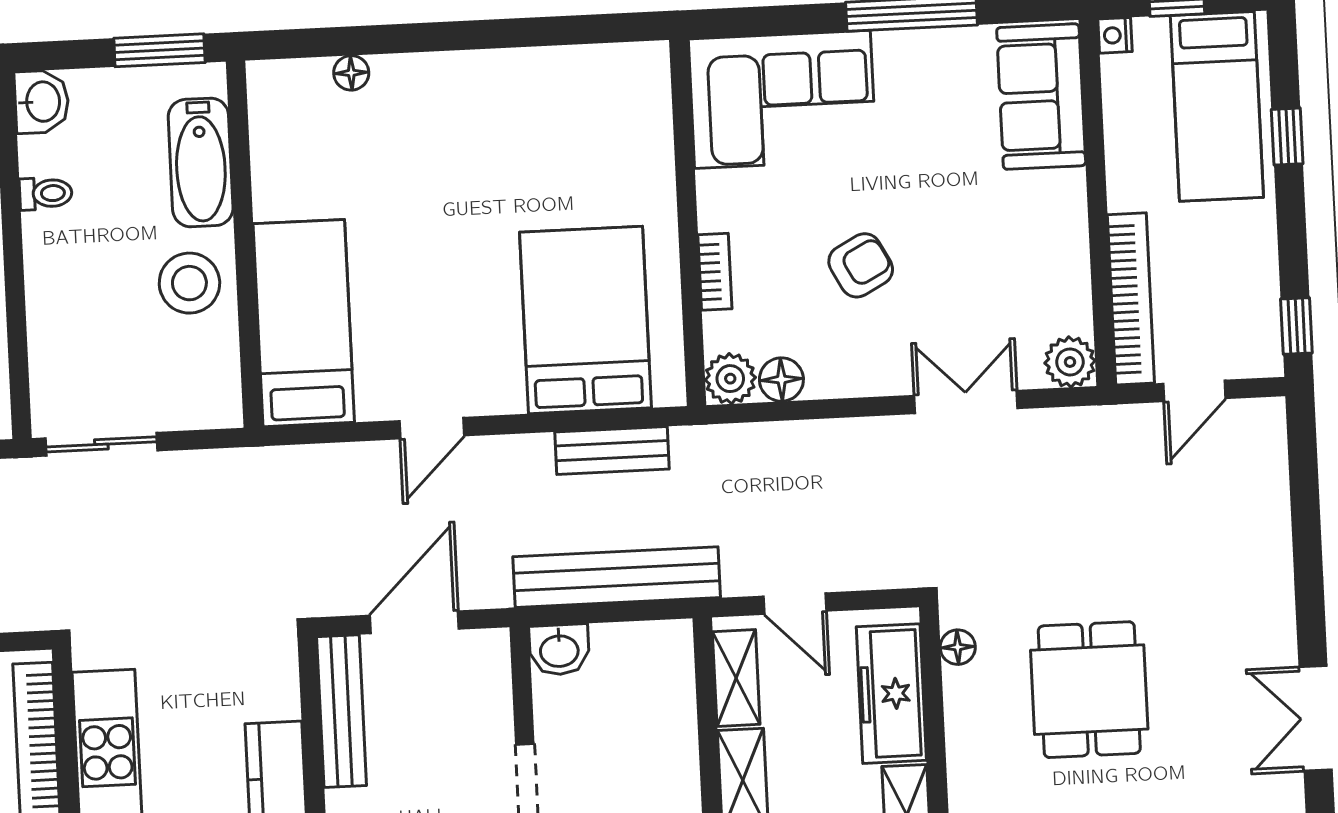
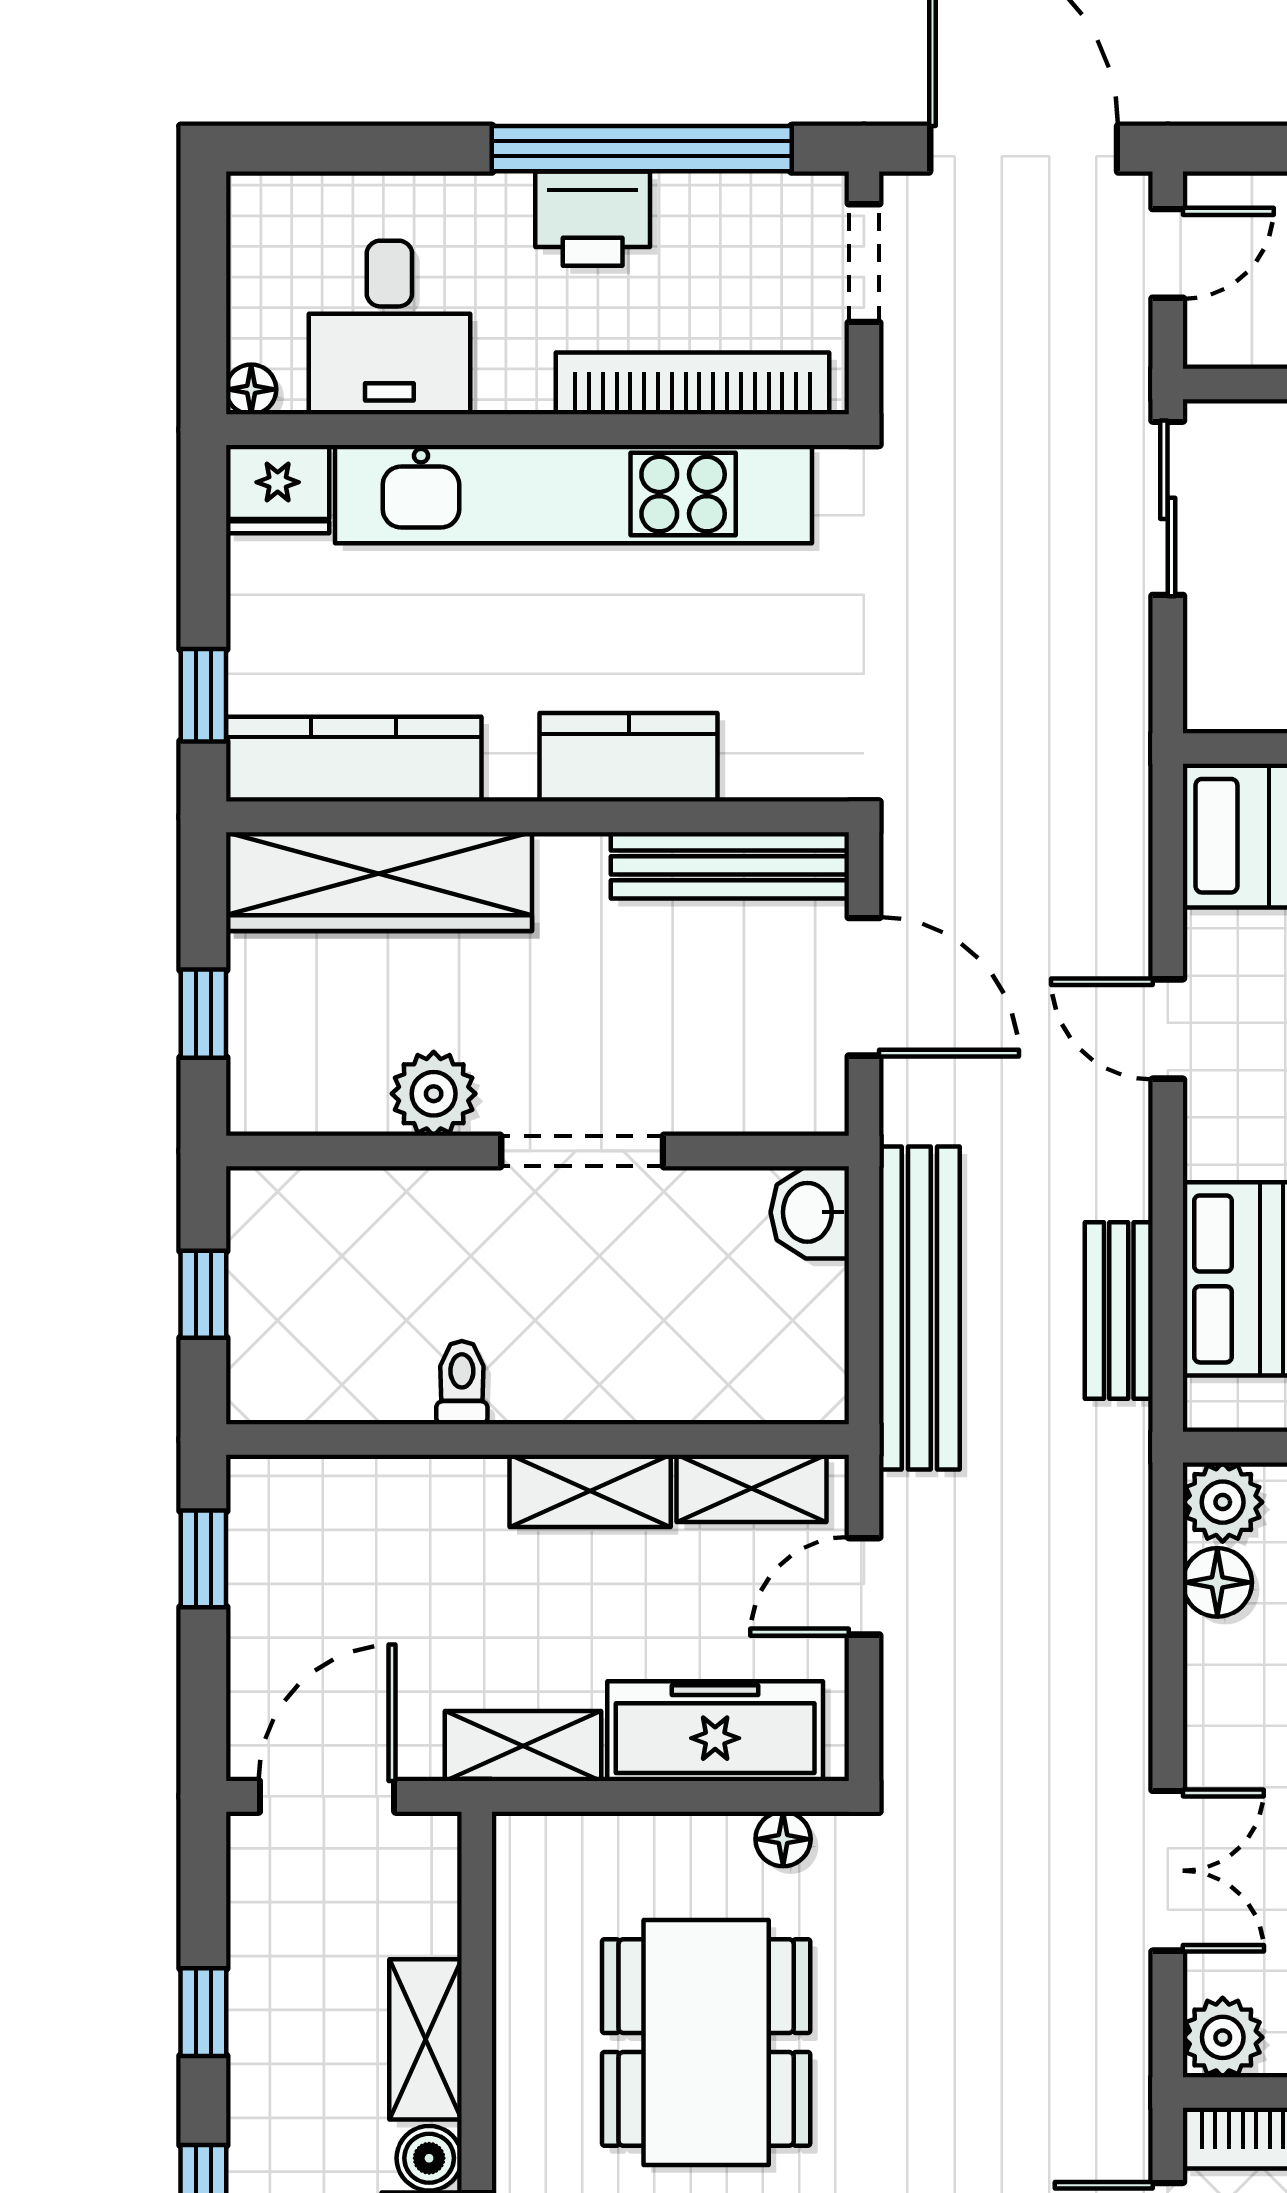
dining table: (1089, 690) -> (706, 2042), width x1.38

